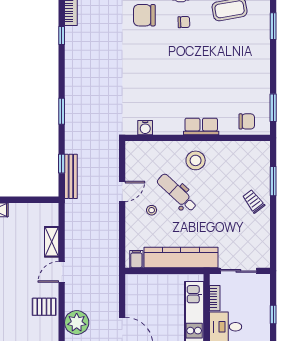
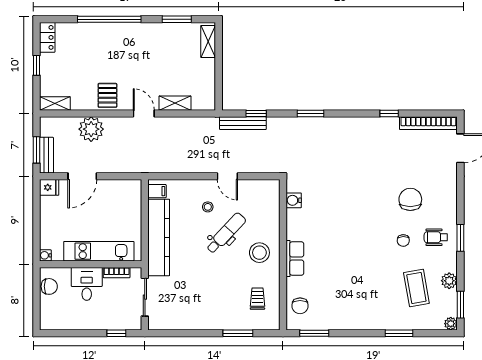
trolley: (254, 201) -> (257, 299), moved, turned -53
window: (273, 315) -> (116, 333), moved

